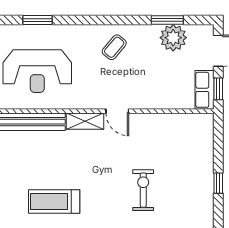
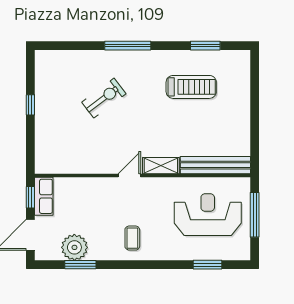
coffee table: (114, 47) -> (132, 238), turned -40
door: (117, 111) -> (129, 176), hinge flipped
exercise bike: (143, 190) -> (104, 98), turned -127

